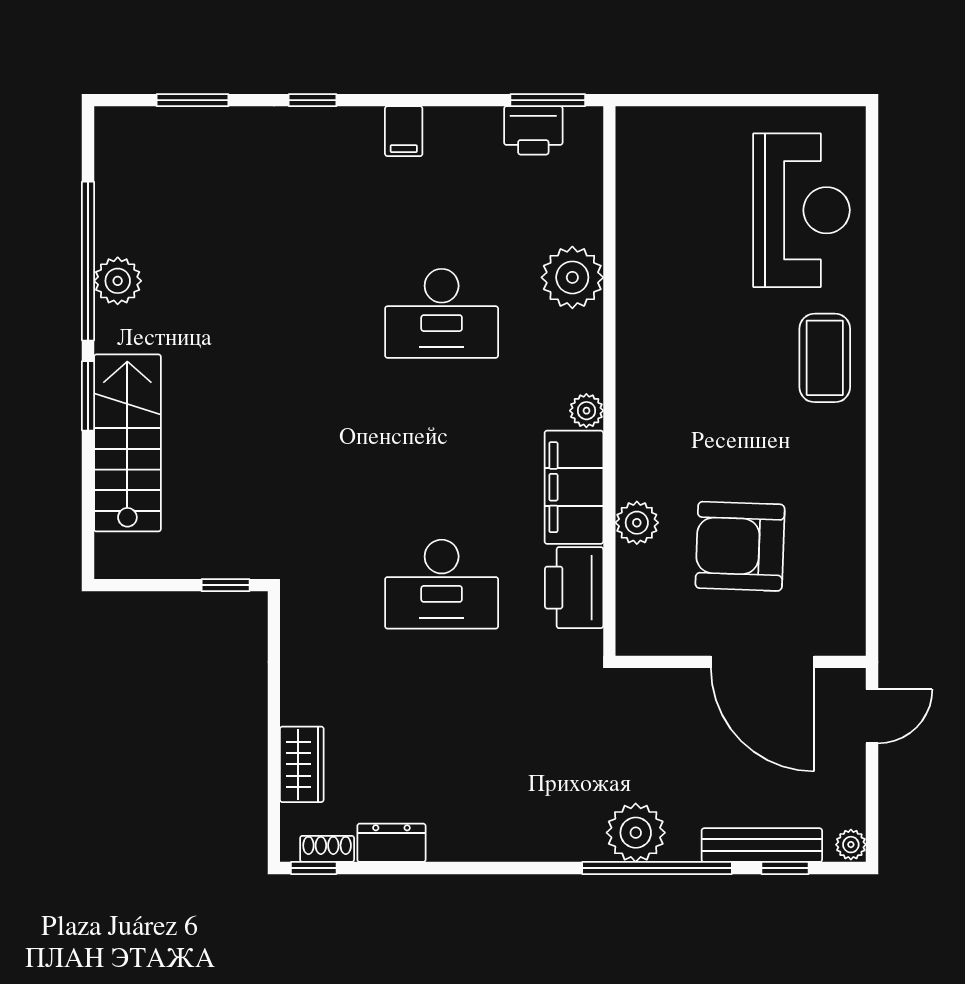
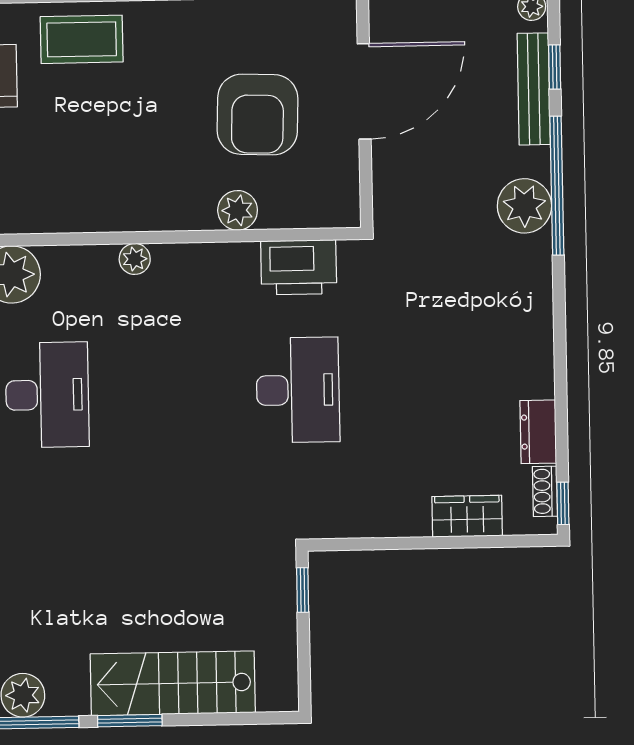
filing cabinet: (574, 487) -> (206, 269), removed

